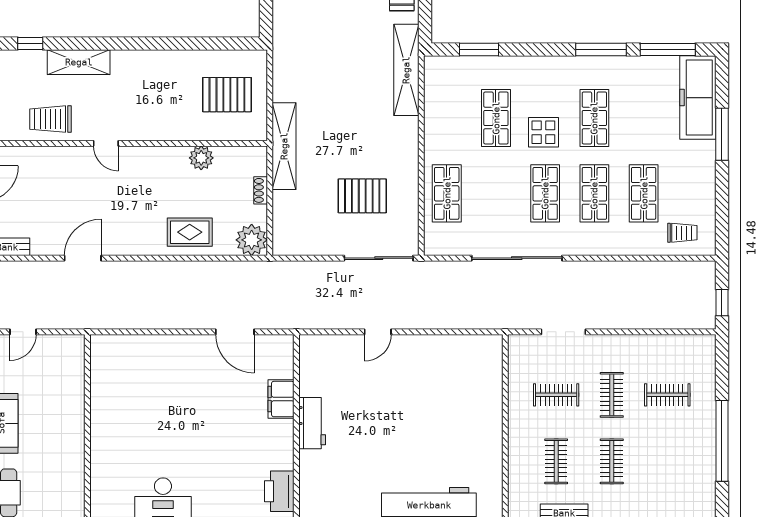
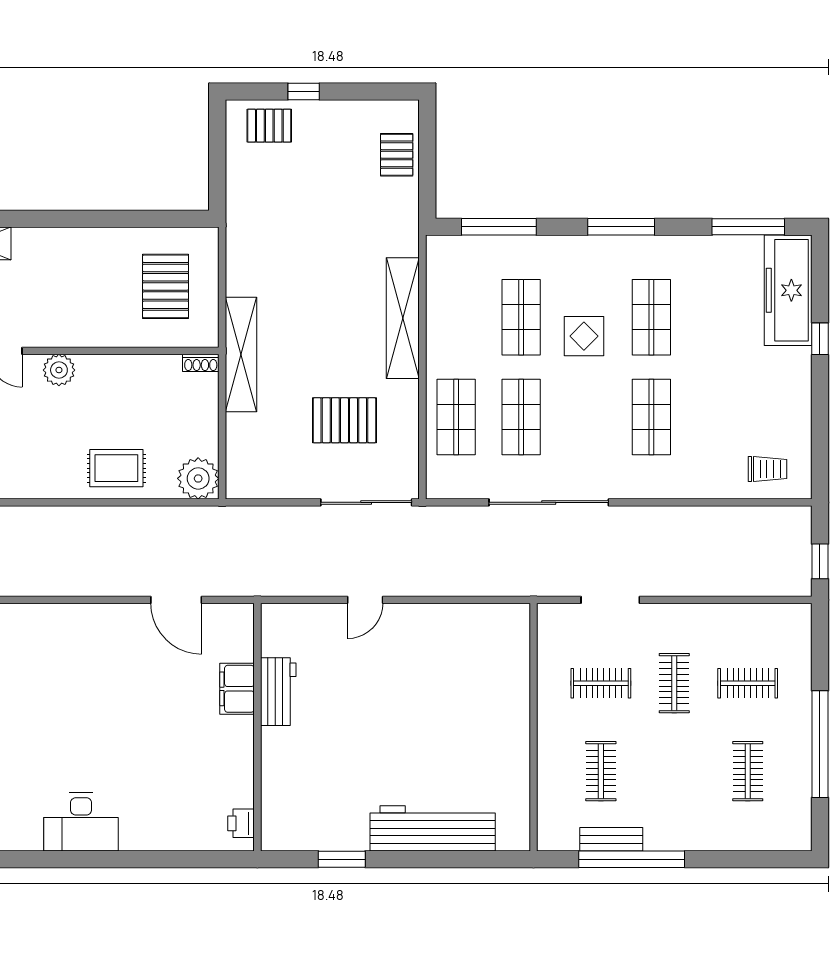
window: (479, 50) -> (499, 227), width x1.44
window: (601, 50) -> (621, 227), moved
shelving: (406, 70) -> (403, 318), moved
pallet: (227, 95) -> (166, 286), turned 90
window: (722, 134) -> (820, 339), width x0.46
plant: (201, 158) -> (59, 370), moved
shoe rack: (261, 190) -> (201, 363), moved, turned -90
shop shelf: (545, 193) -> (521, 417), moved
shop shelf: (644, 193) -> (716, 417), removed
workbench: (312, 423) -> (278, 692), moved
clothes rail: (612, 461) -> (748, 771), moved
printer: (279, 491) -> (241, 823), width x0.53, depth x0.68

